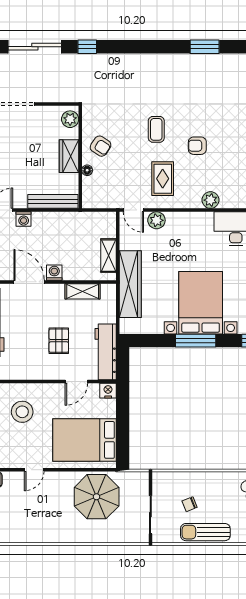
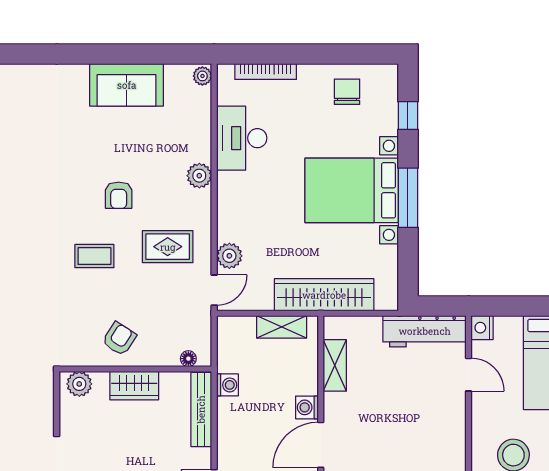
floor lamp: (87, 170) -> (188, 359), moved
washing machine: (24, 219) -> (228, 385), moved
pallet: (59, 341) -> (408, 401), removed

